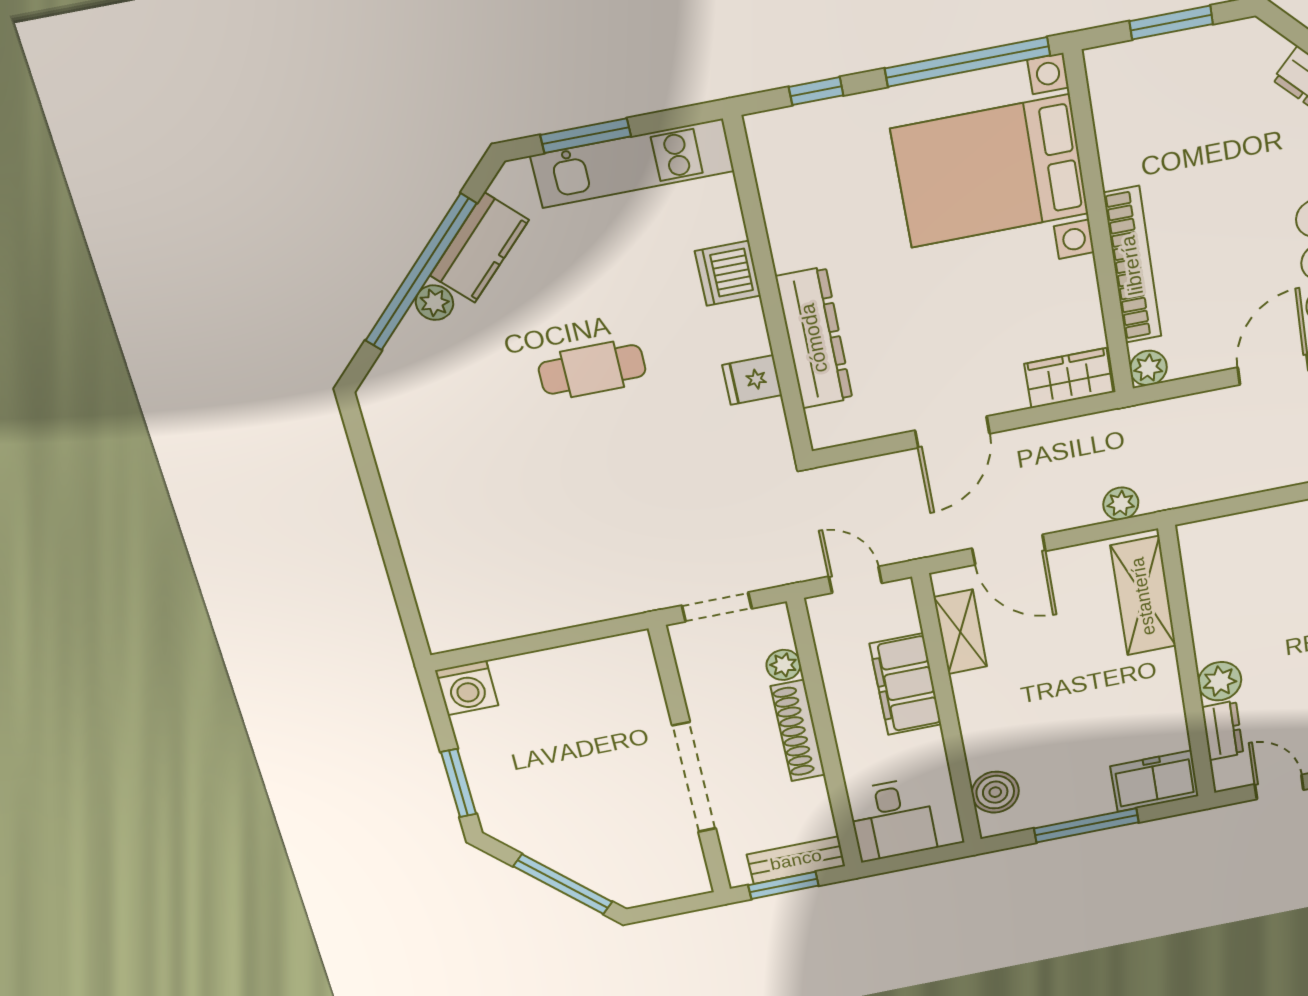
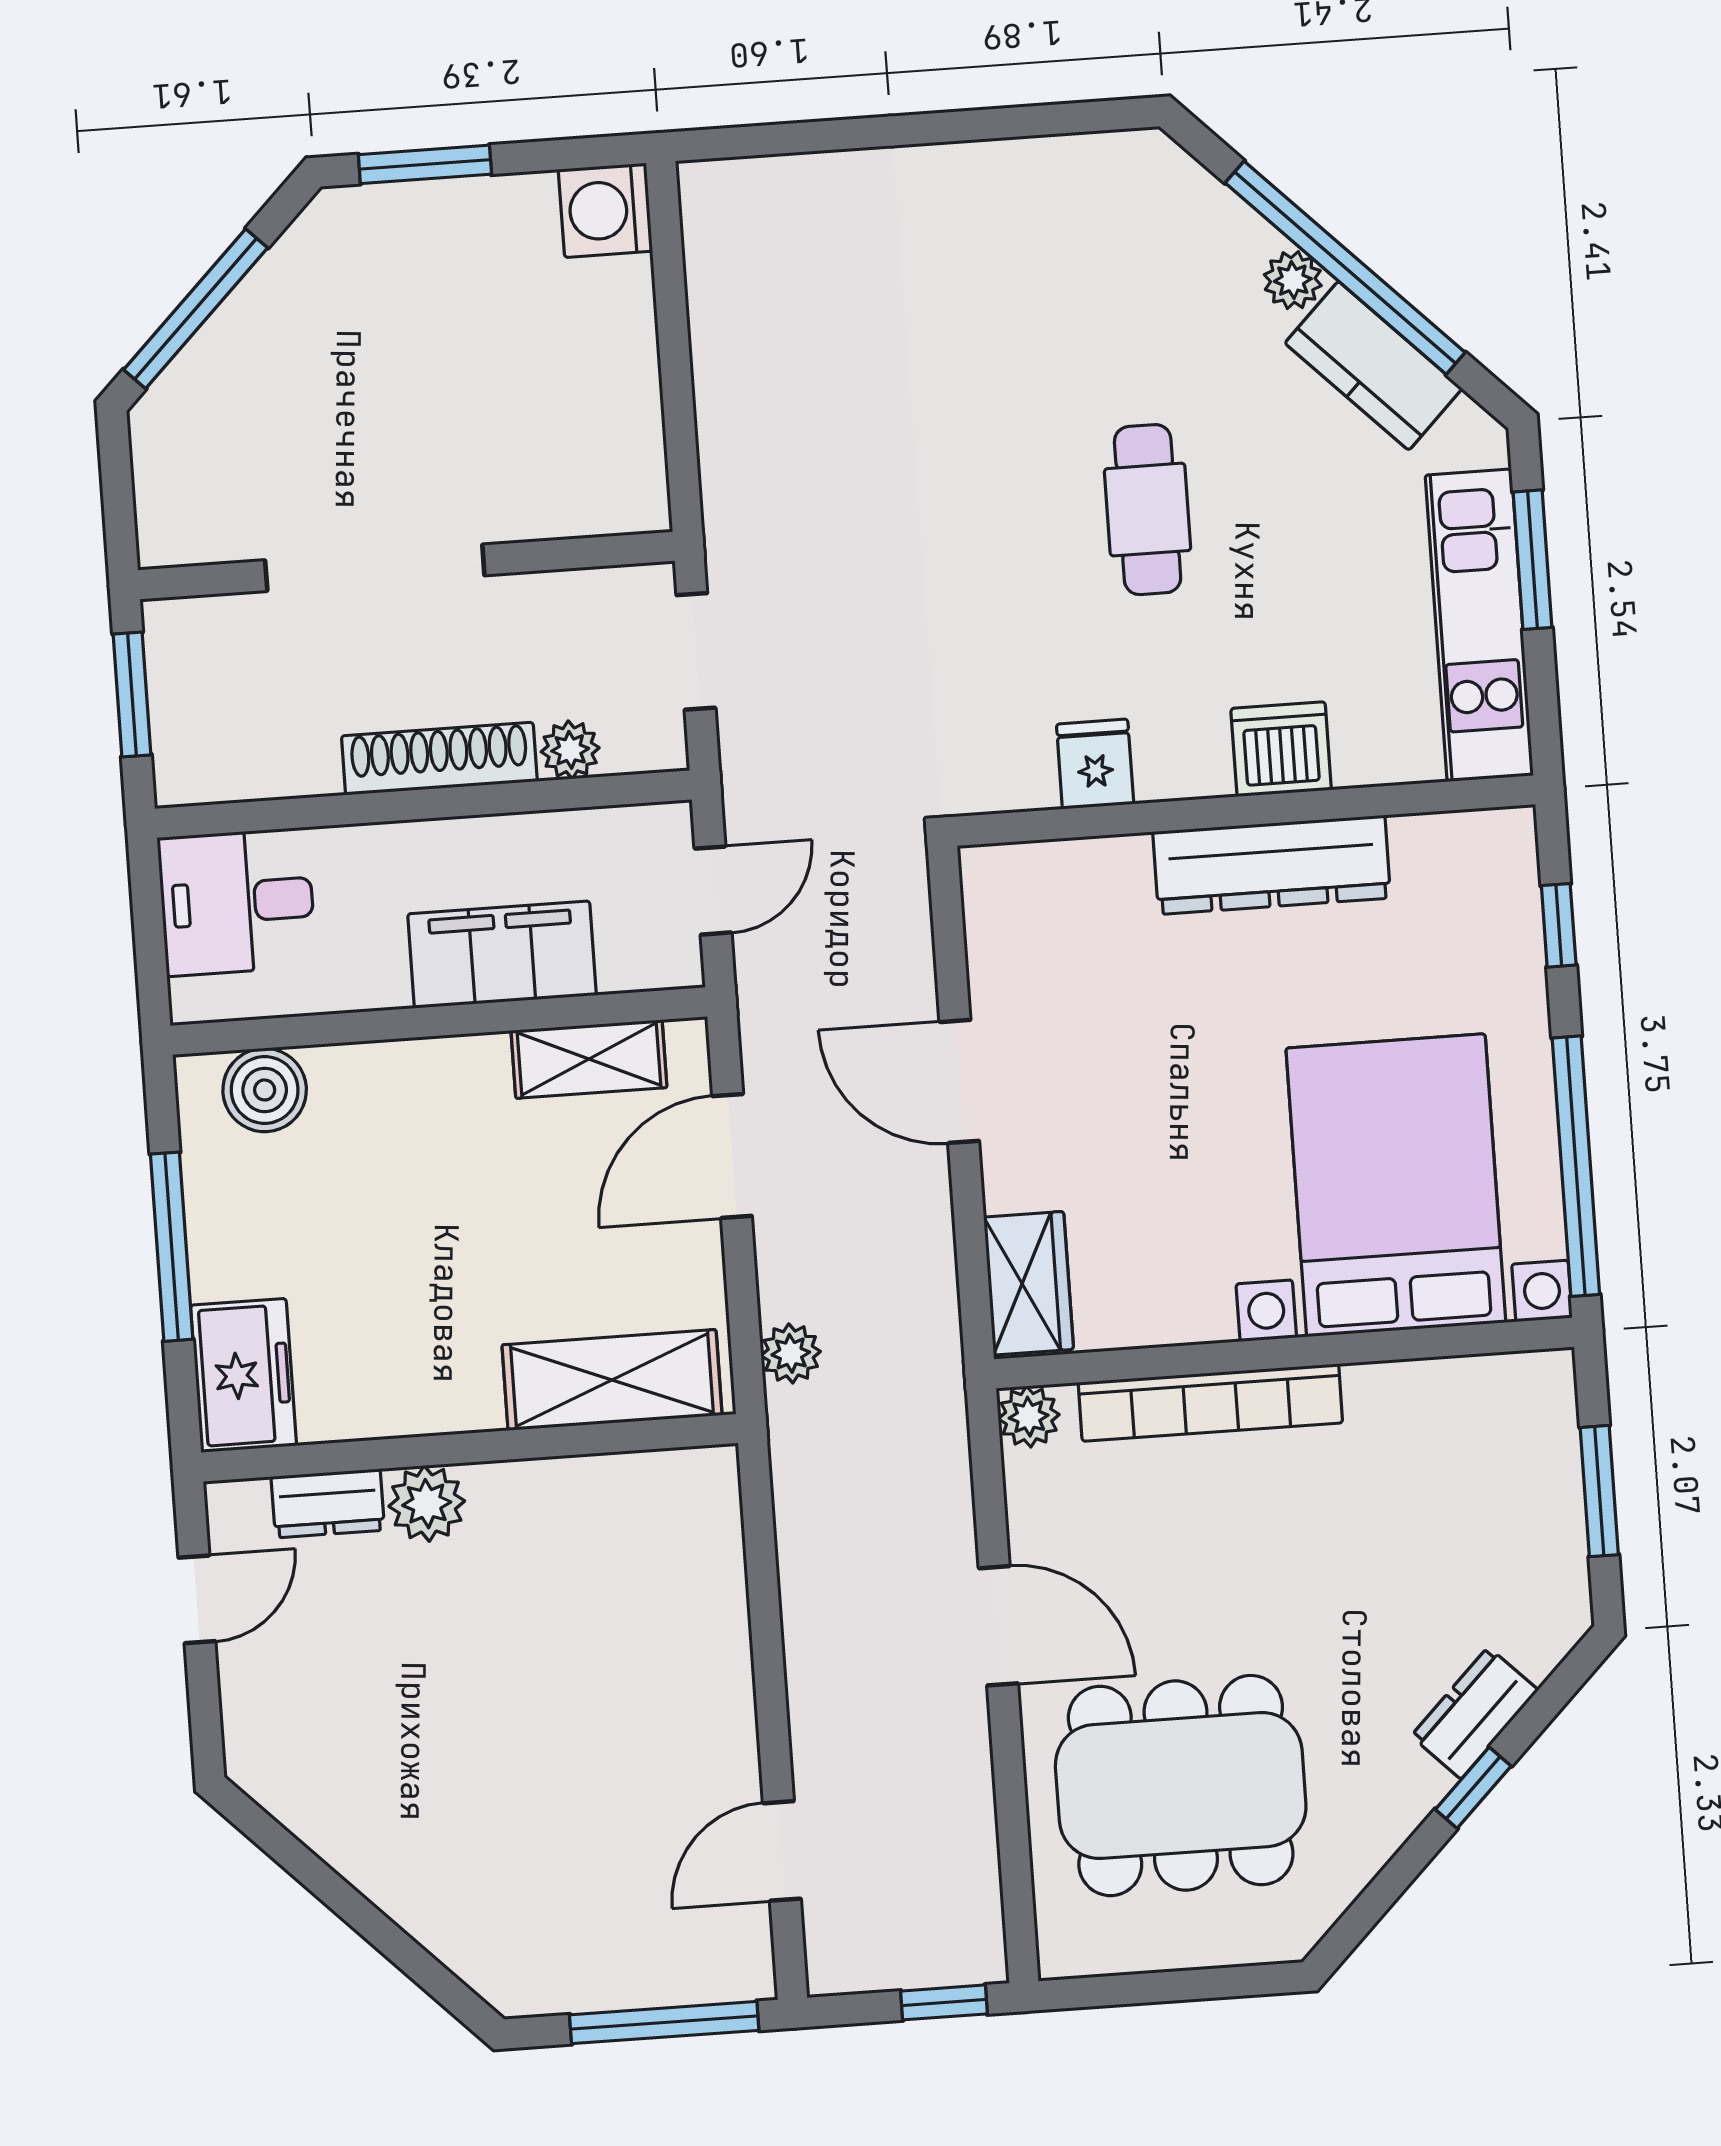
dresser: (814, 338) -> (1272, 865), moved
bench: (796, 860) -> (180, 723), removed

